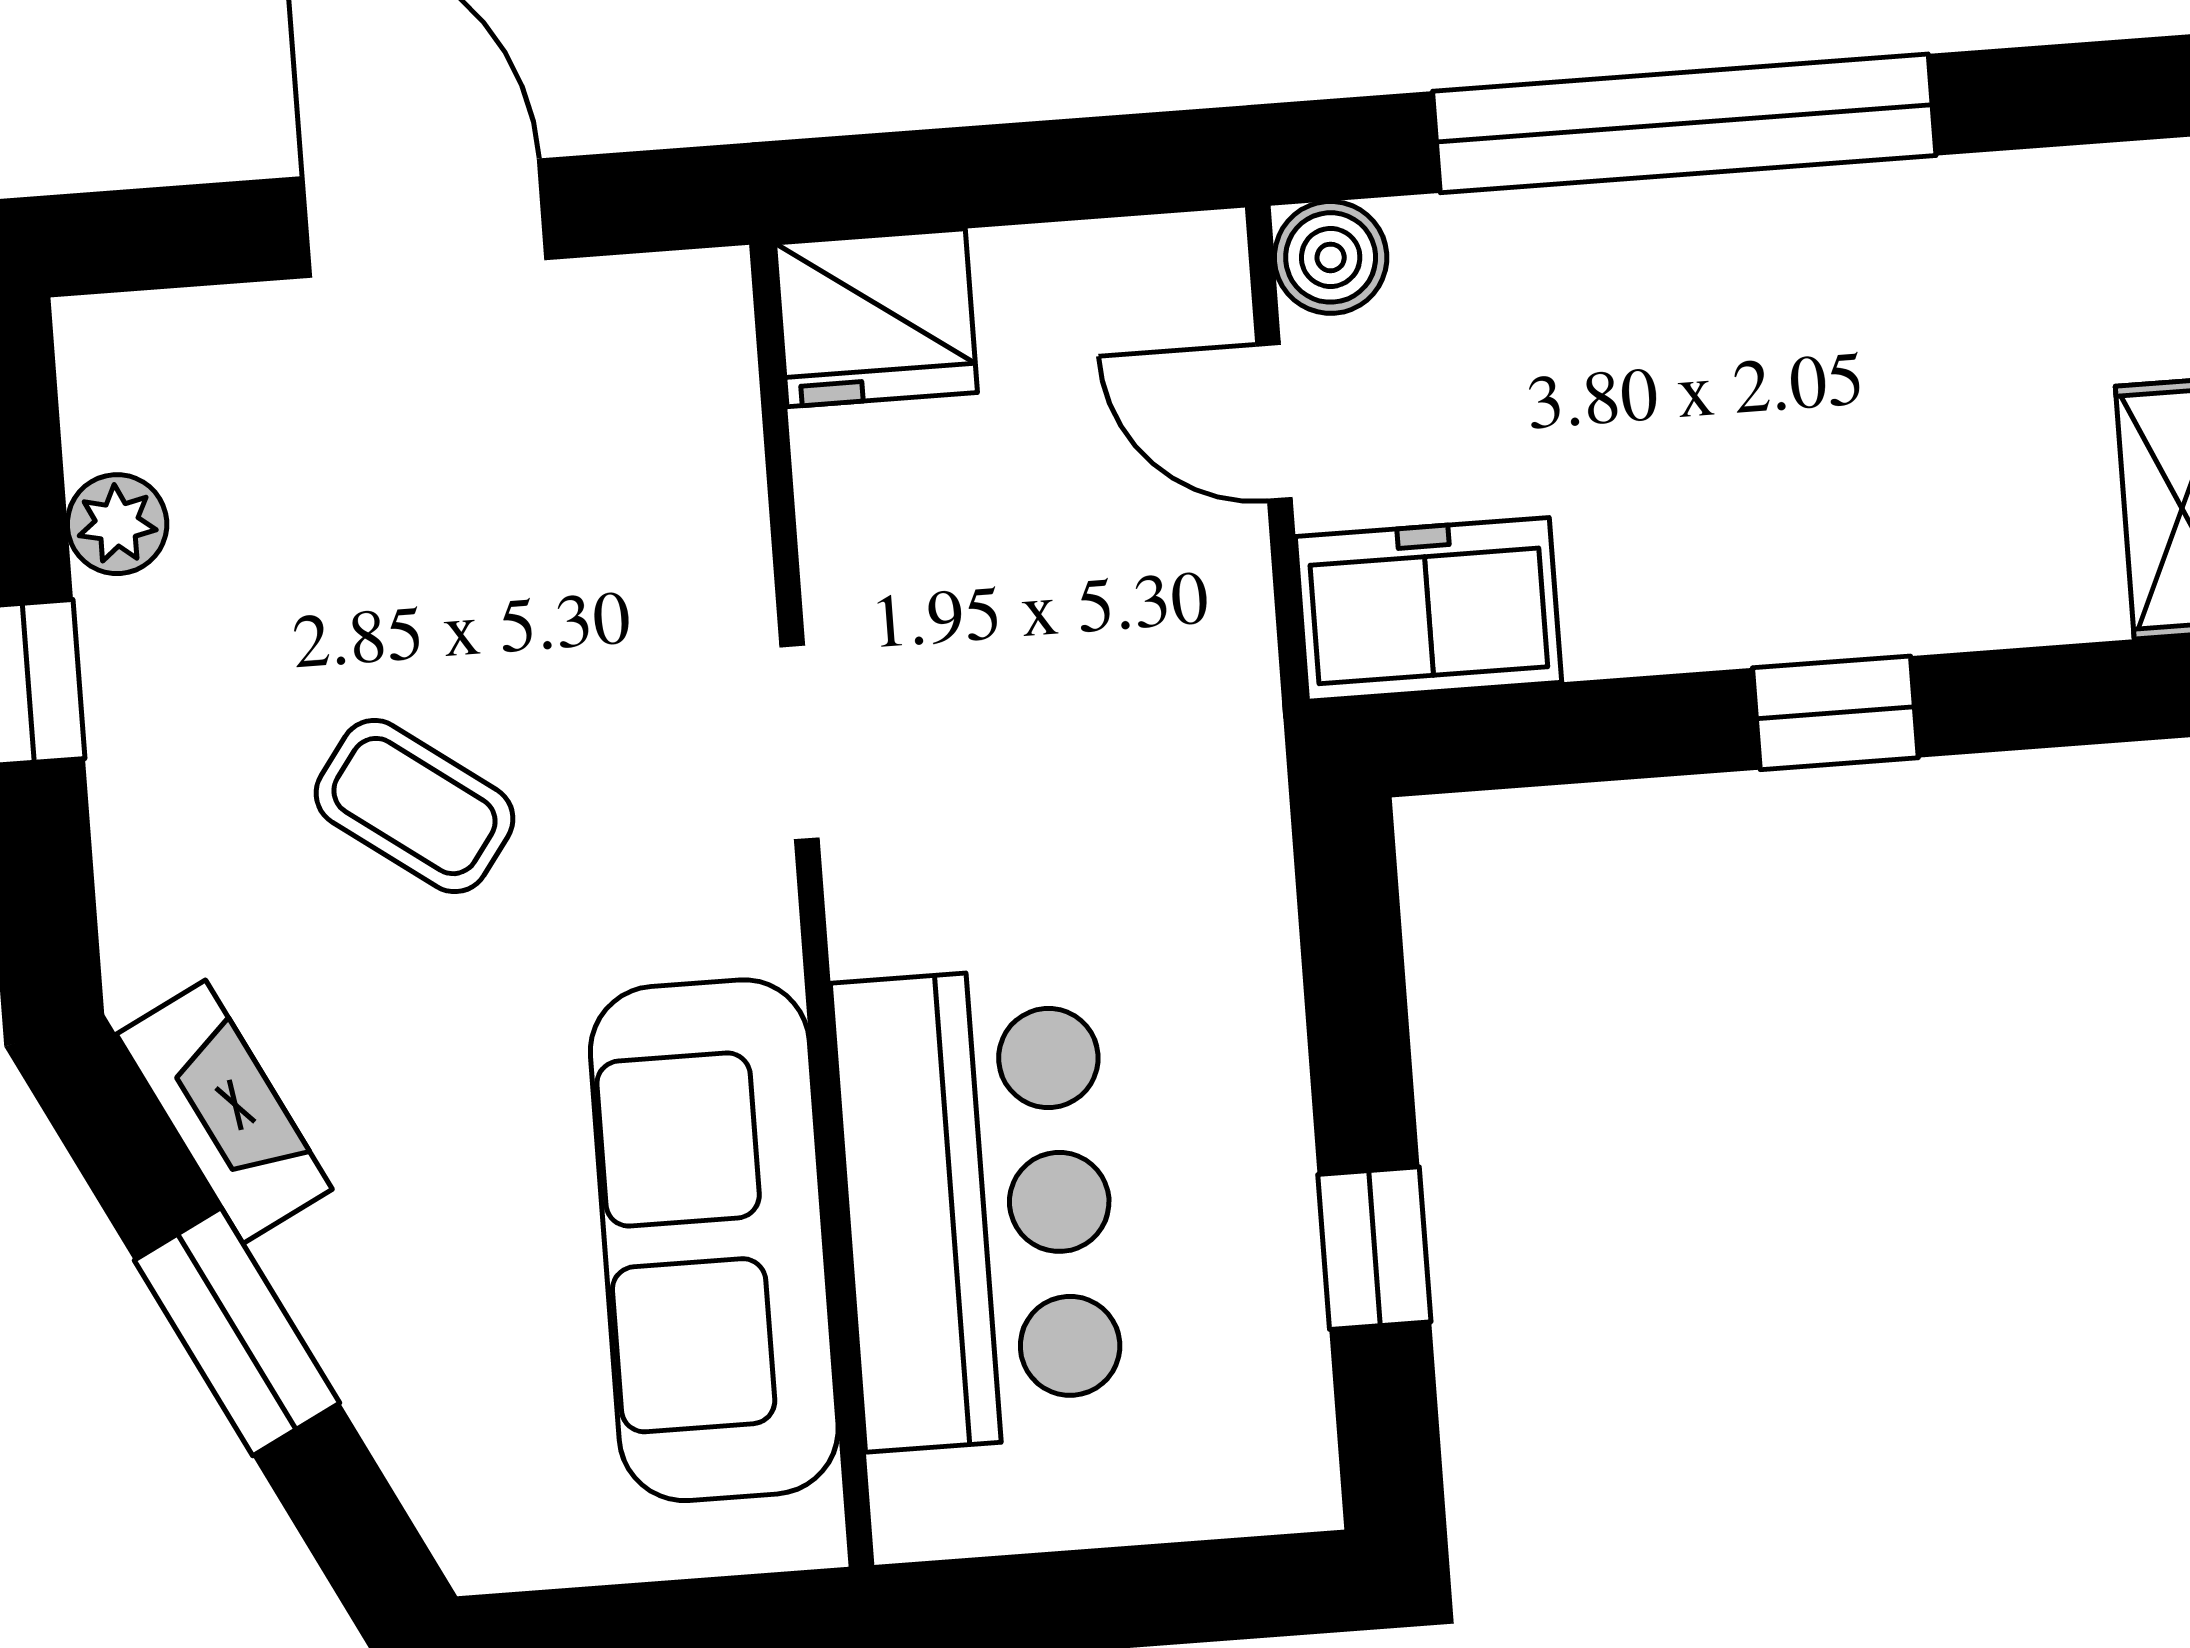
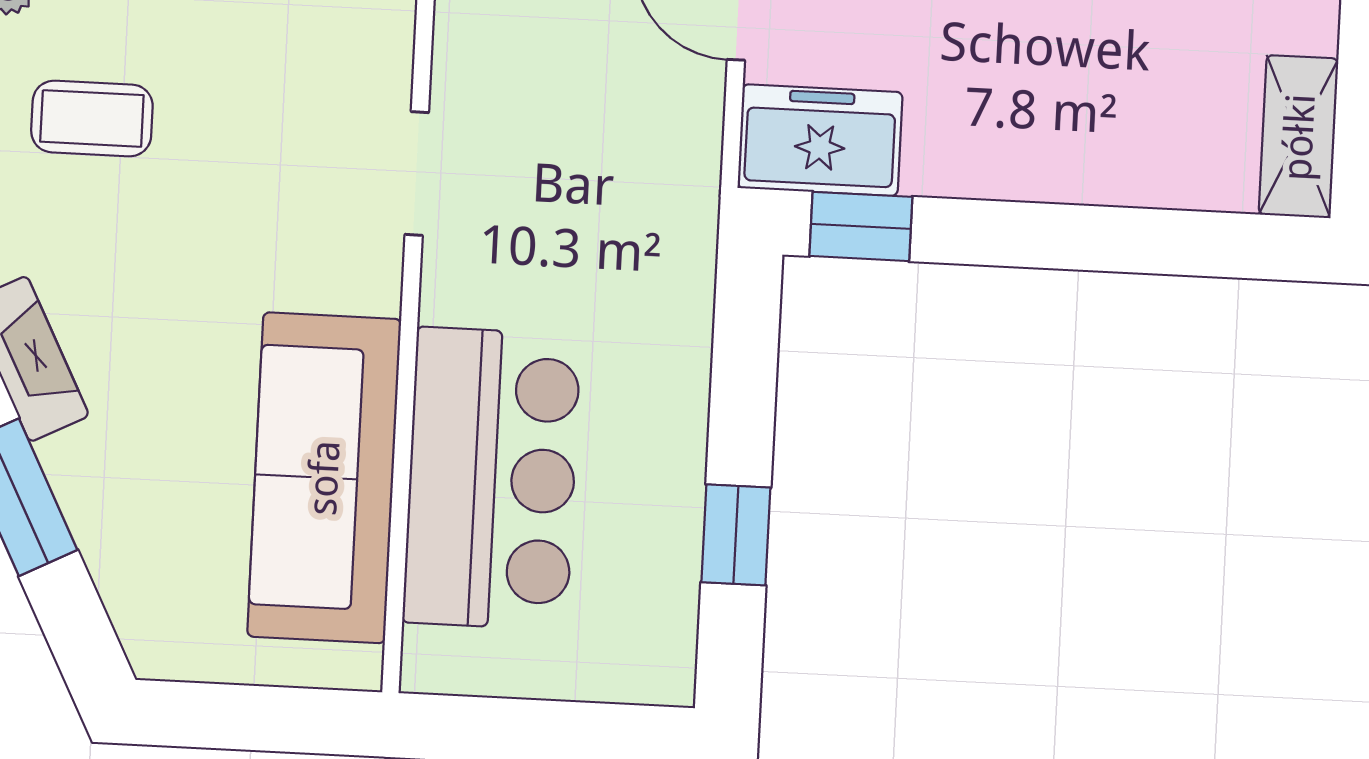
window: (1835, 713) -> (861, 226), moved
coffee table: (415, 806) -> (92, 118), moved, turned -36

